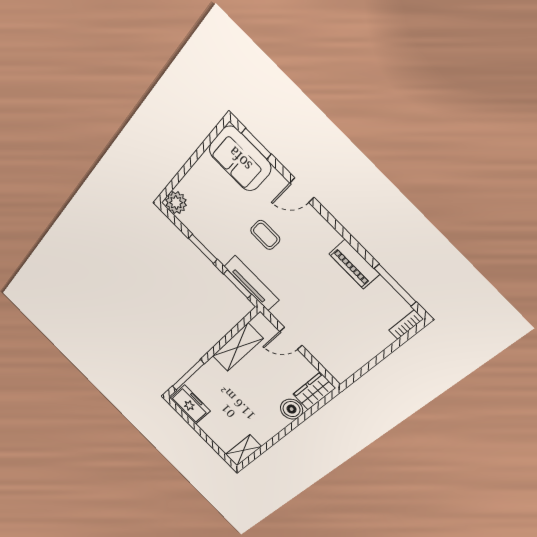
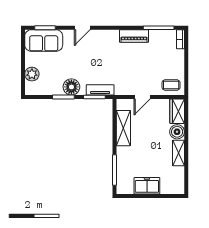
plant: (176, 203) -> (32, 74), moved
coffee table: (265, 235) -> (171, 85), moved
floor lamp: (222, 247) -> (71, 87), added
tv unit: (252, 283) -> (100, 90), width x0.71
freezer: (190, 405) -> (147, 186), moved
shelving: (243, 450) -> (178, 153), moved

